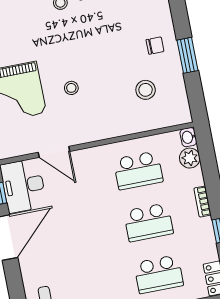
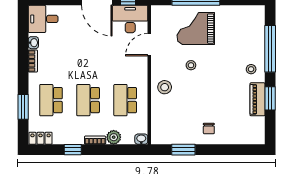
window: (188, 55) -> (183, 150), moved
stool: (146, 90) -> (165, 87), moved
plant: (190, 158) -> (114, 137), moved

